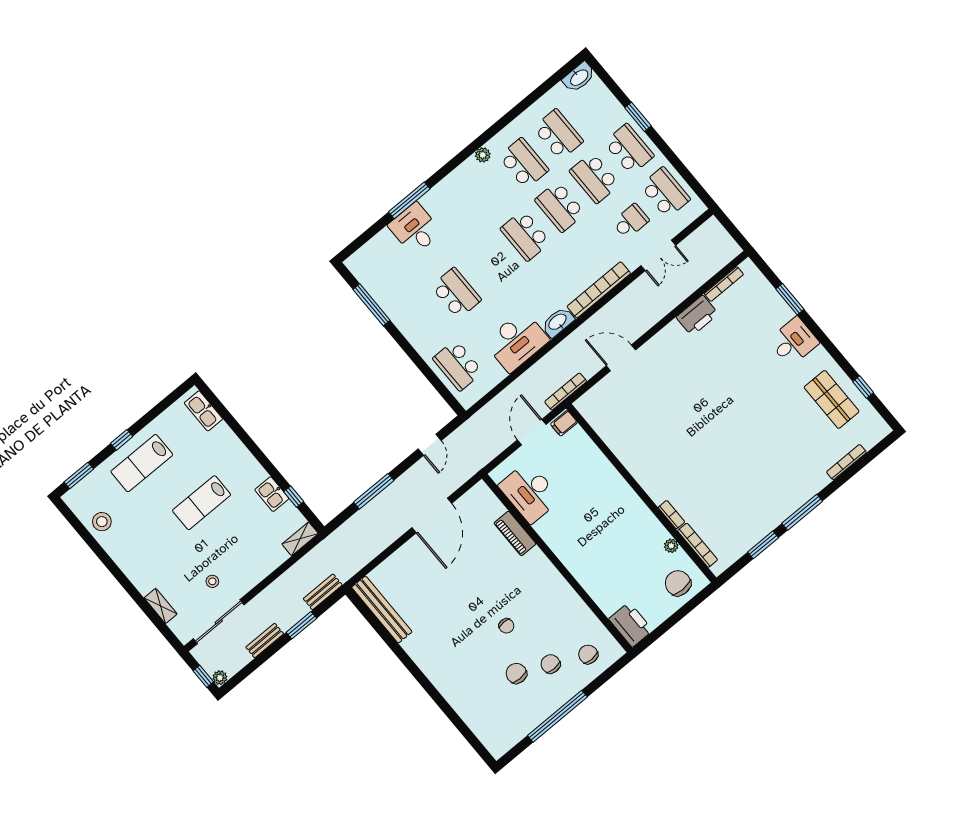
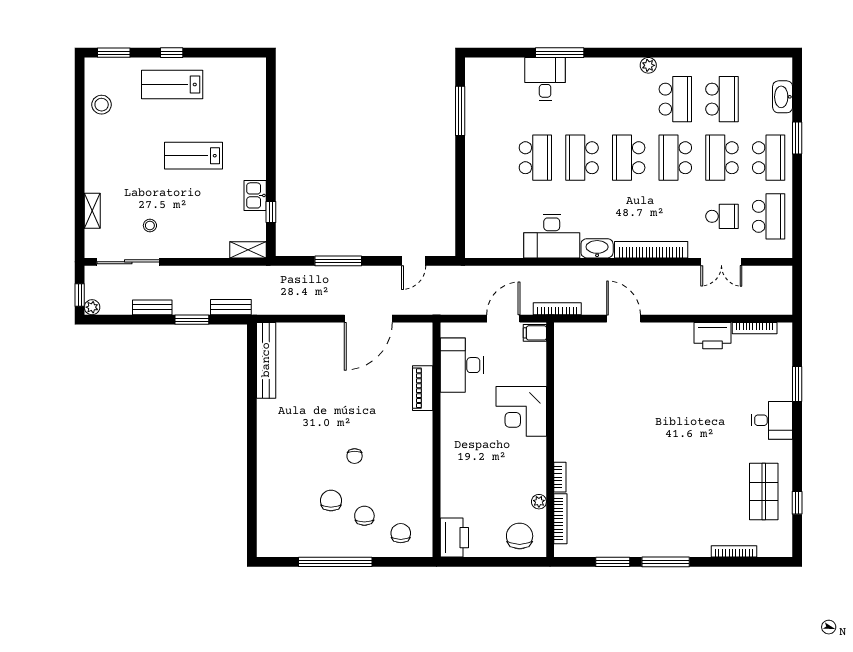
washbasin: (579, 77) -> (783, 97), moved, turned 90
school desk: (458, 365) -> (582, 158), moved
kitchen sink: (203, 411) -> (256, 84), removed
corner desk: (602, 490) -> (521, 411), added

